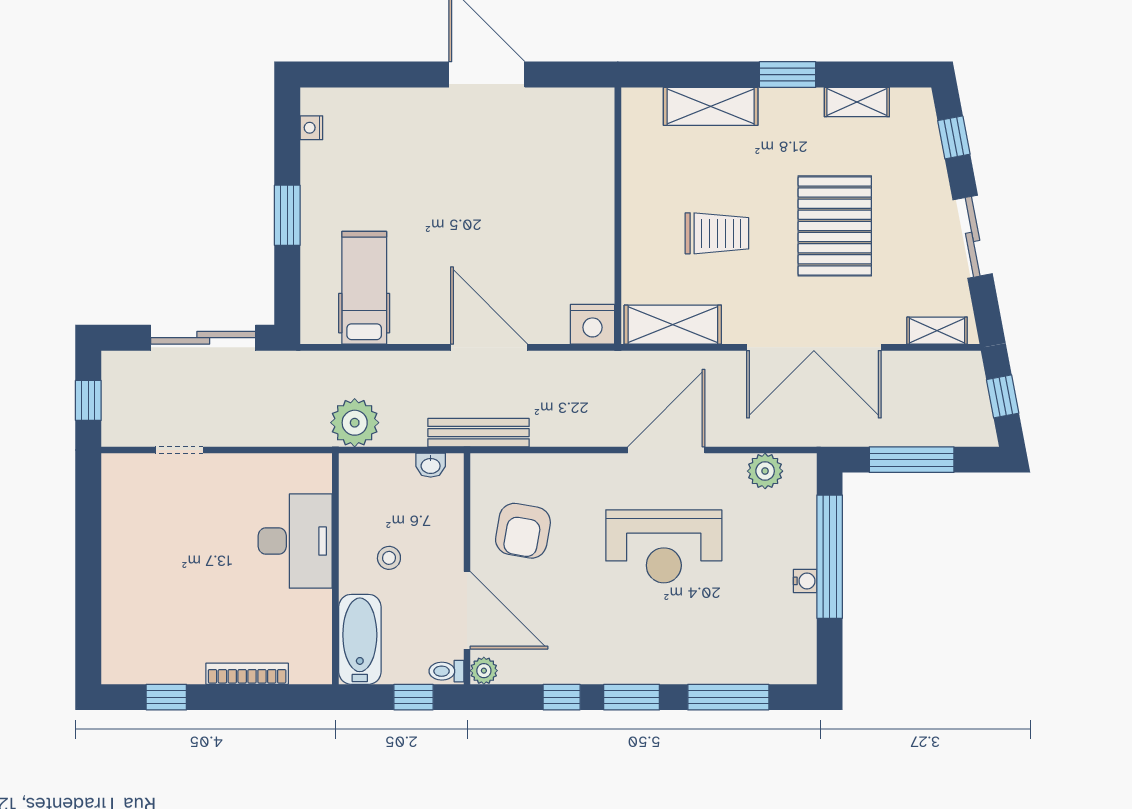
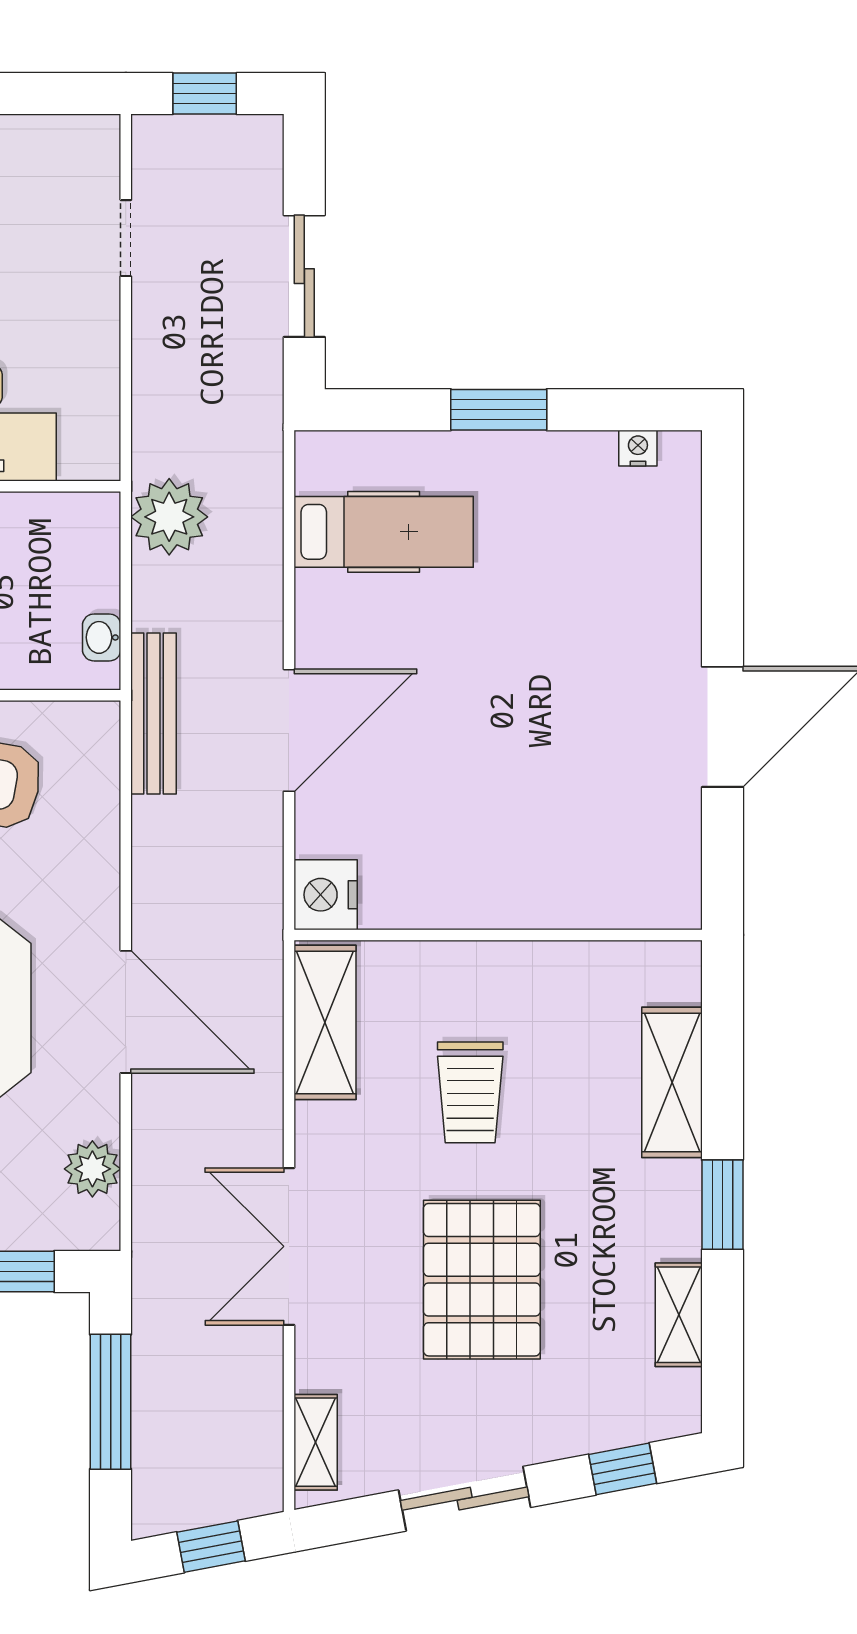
pallet: (835, 226) -> (482, 1280), turned 90
sliding door: (203, 338) -> (304, 276), width x0.73
double door: (814, 347) -> (289, 1246), width x0.73

